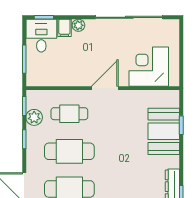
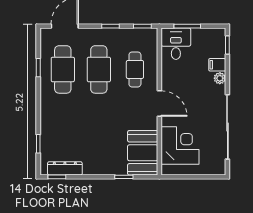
desk: (41, 36) -> (176, 44), moved, turned -90
plant: (34, 117) -> (131, 36), removed
booth: (164, 131) -> (143, 153), moved, turned 90

